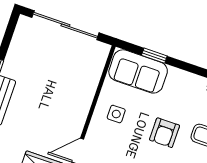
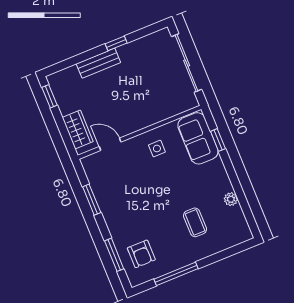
armchair: (165, 133) -> (173, 192), removed

